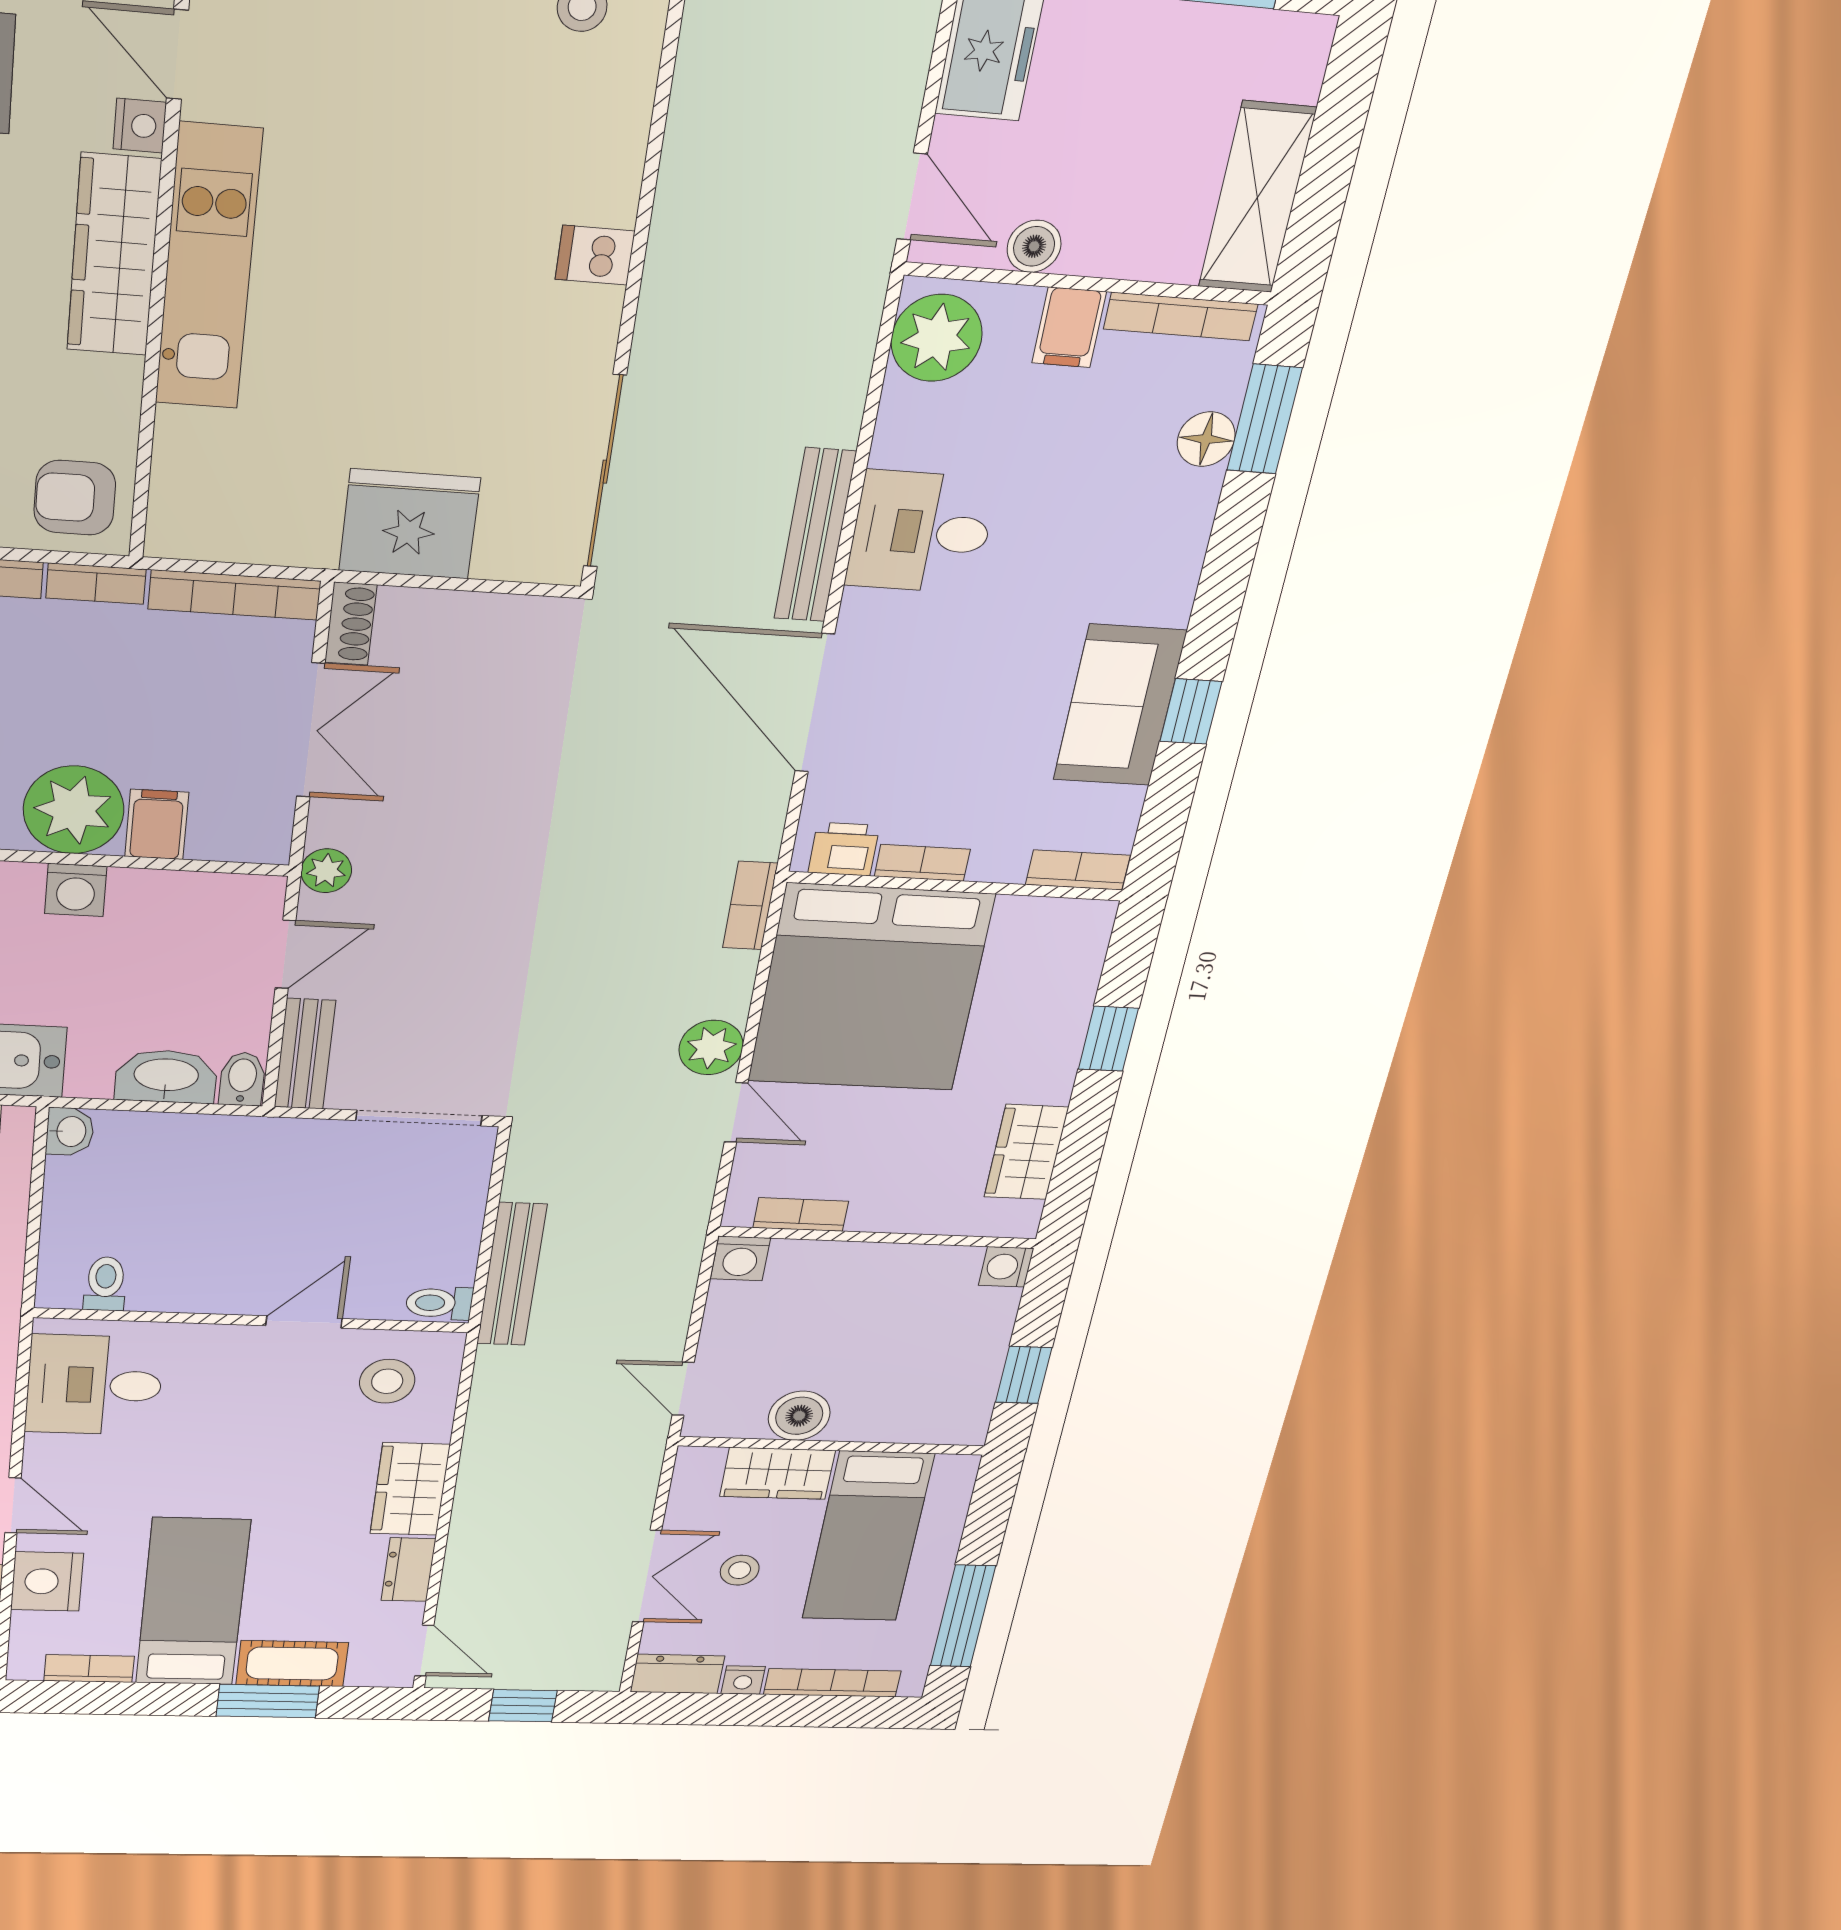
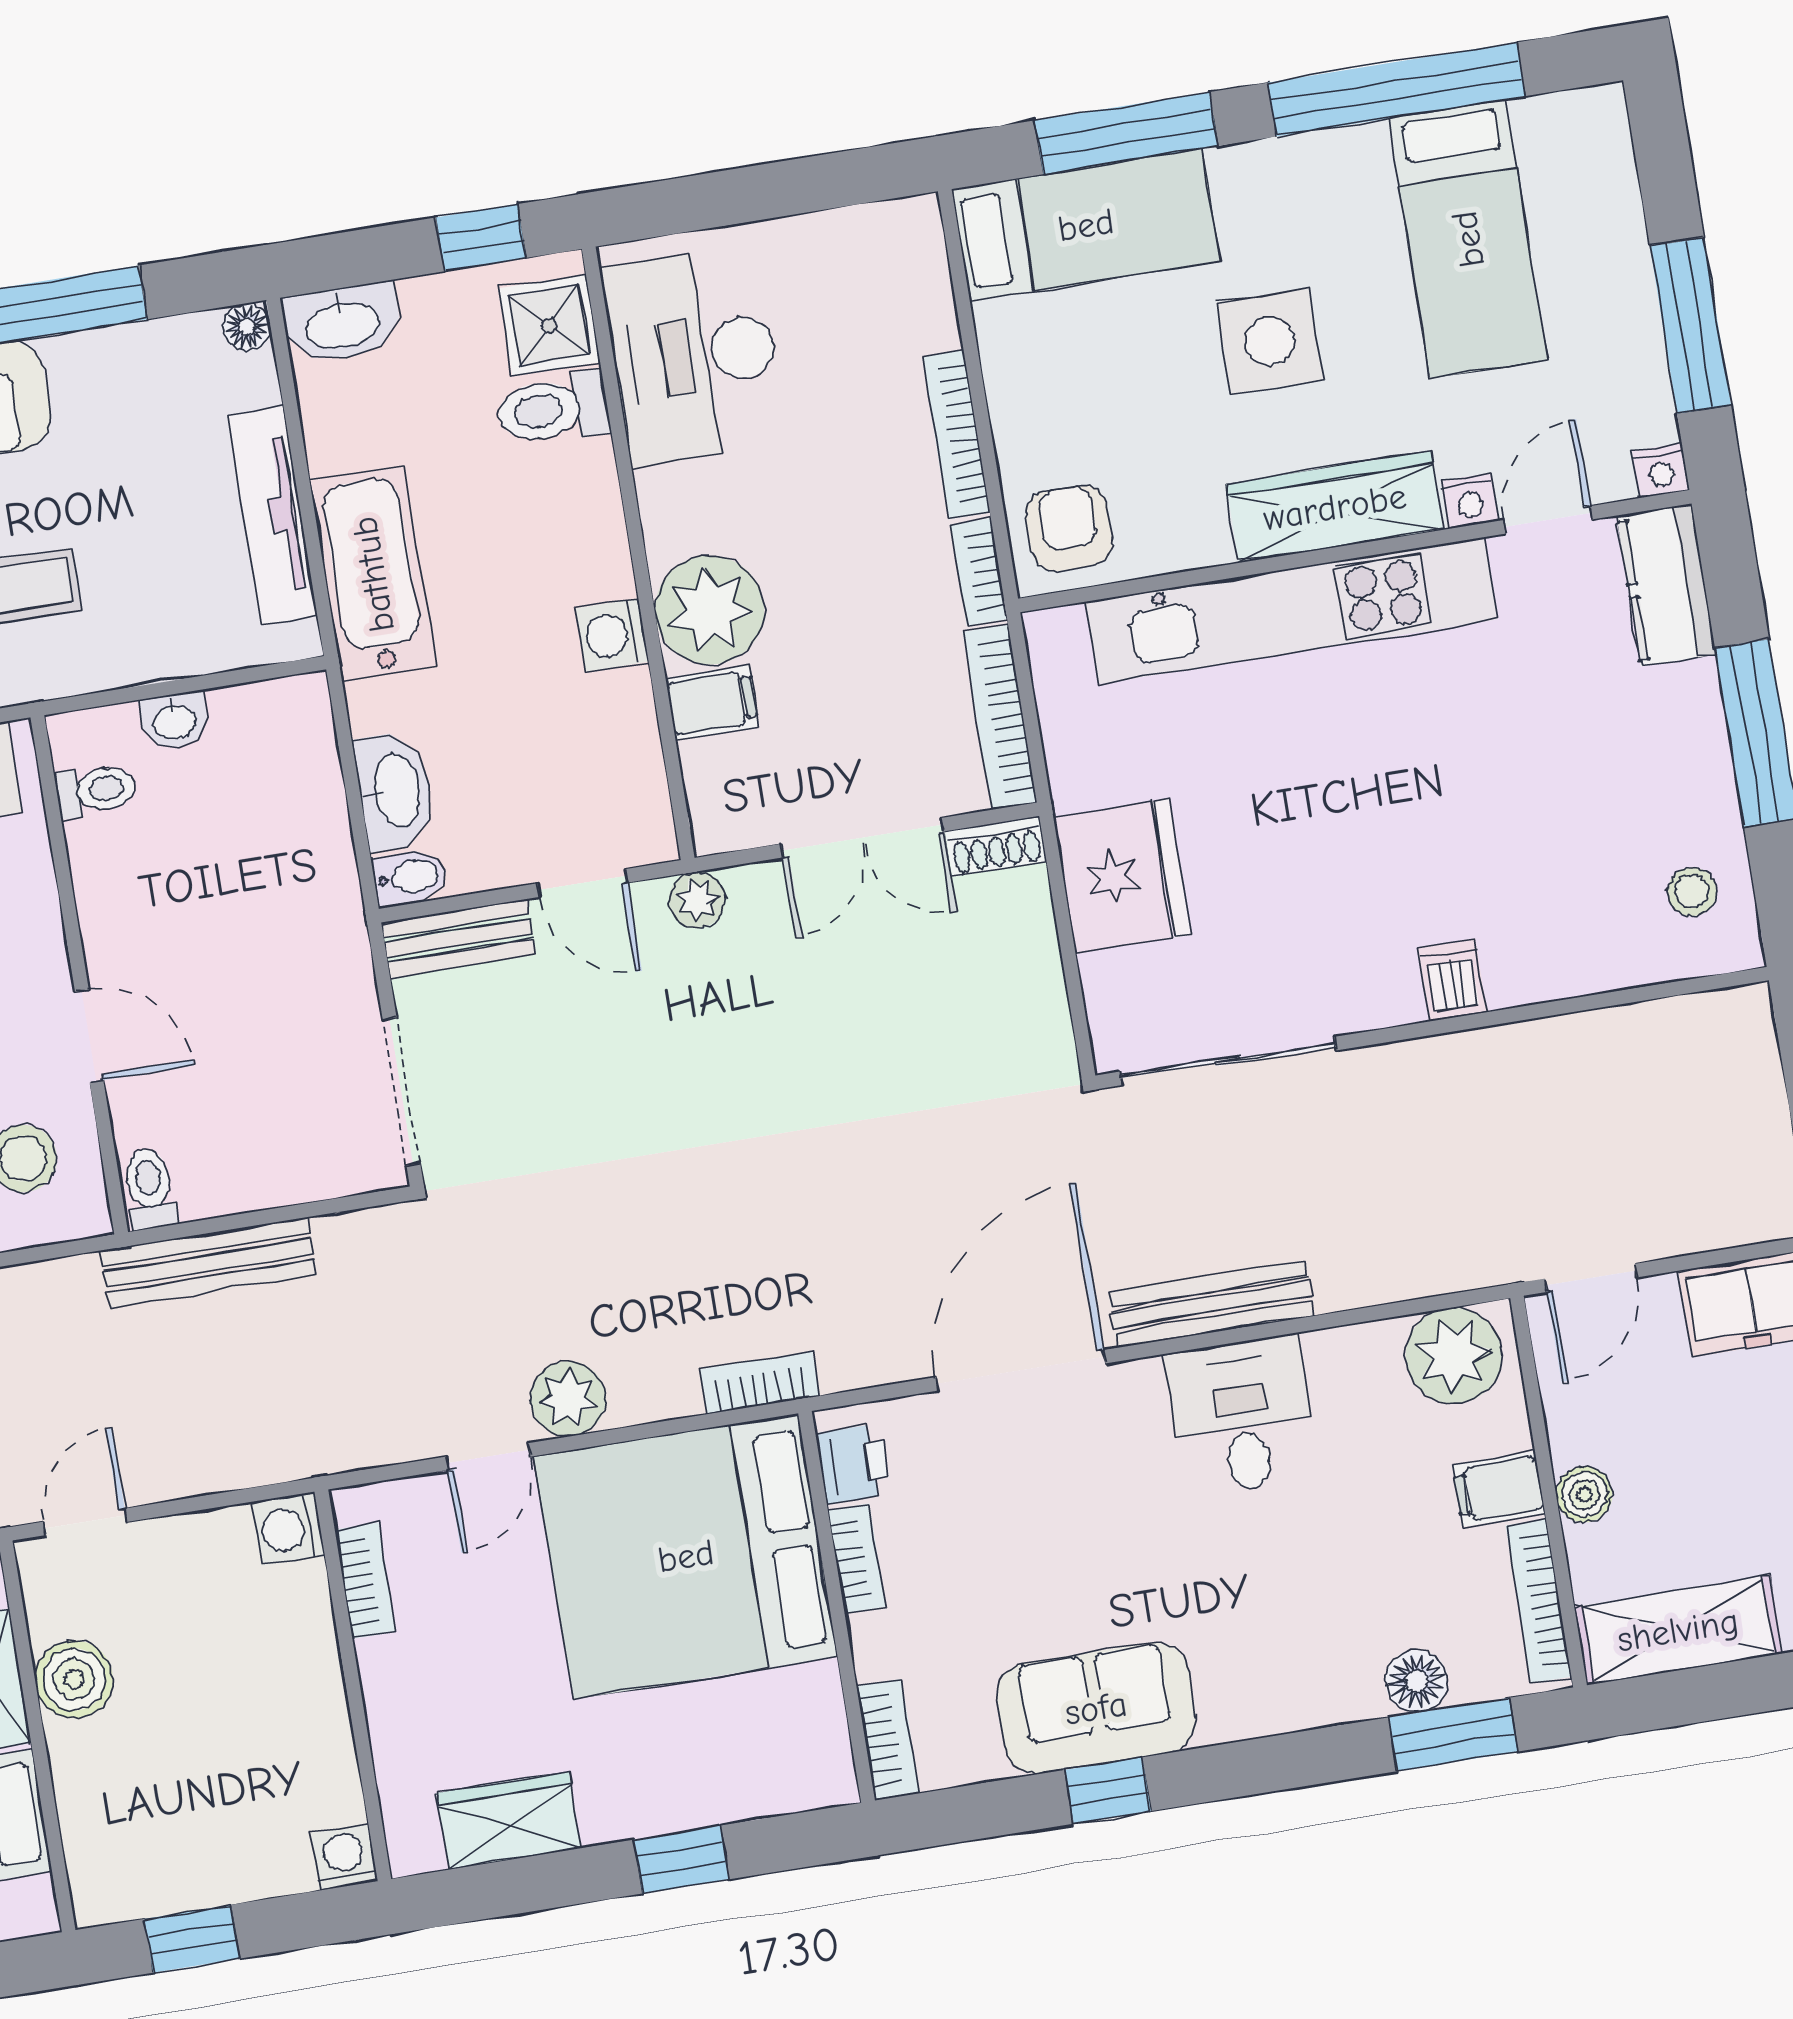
boiler: (1034, 246) -> (1584, 1494), moved
kitchen unit: (208, 268) -> (1291, 611), width x1.36
washbasin: (70, 1132) -> (175, 721), moved

